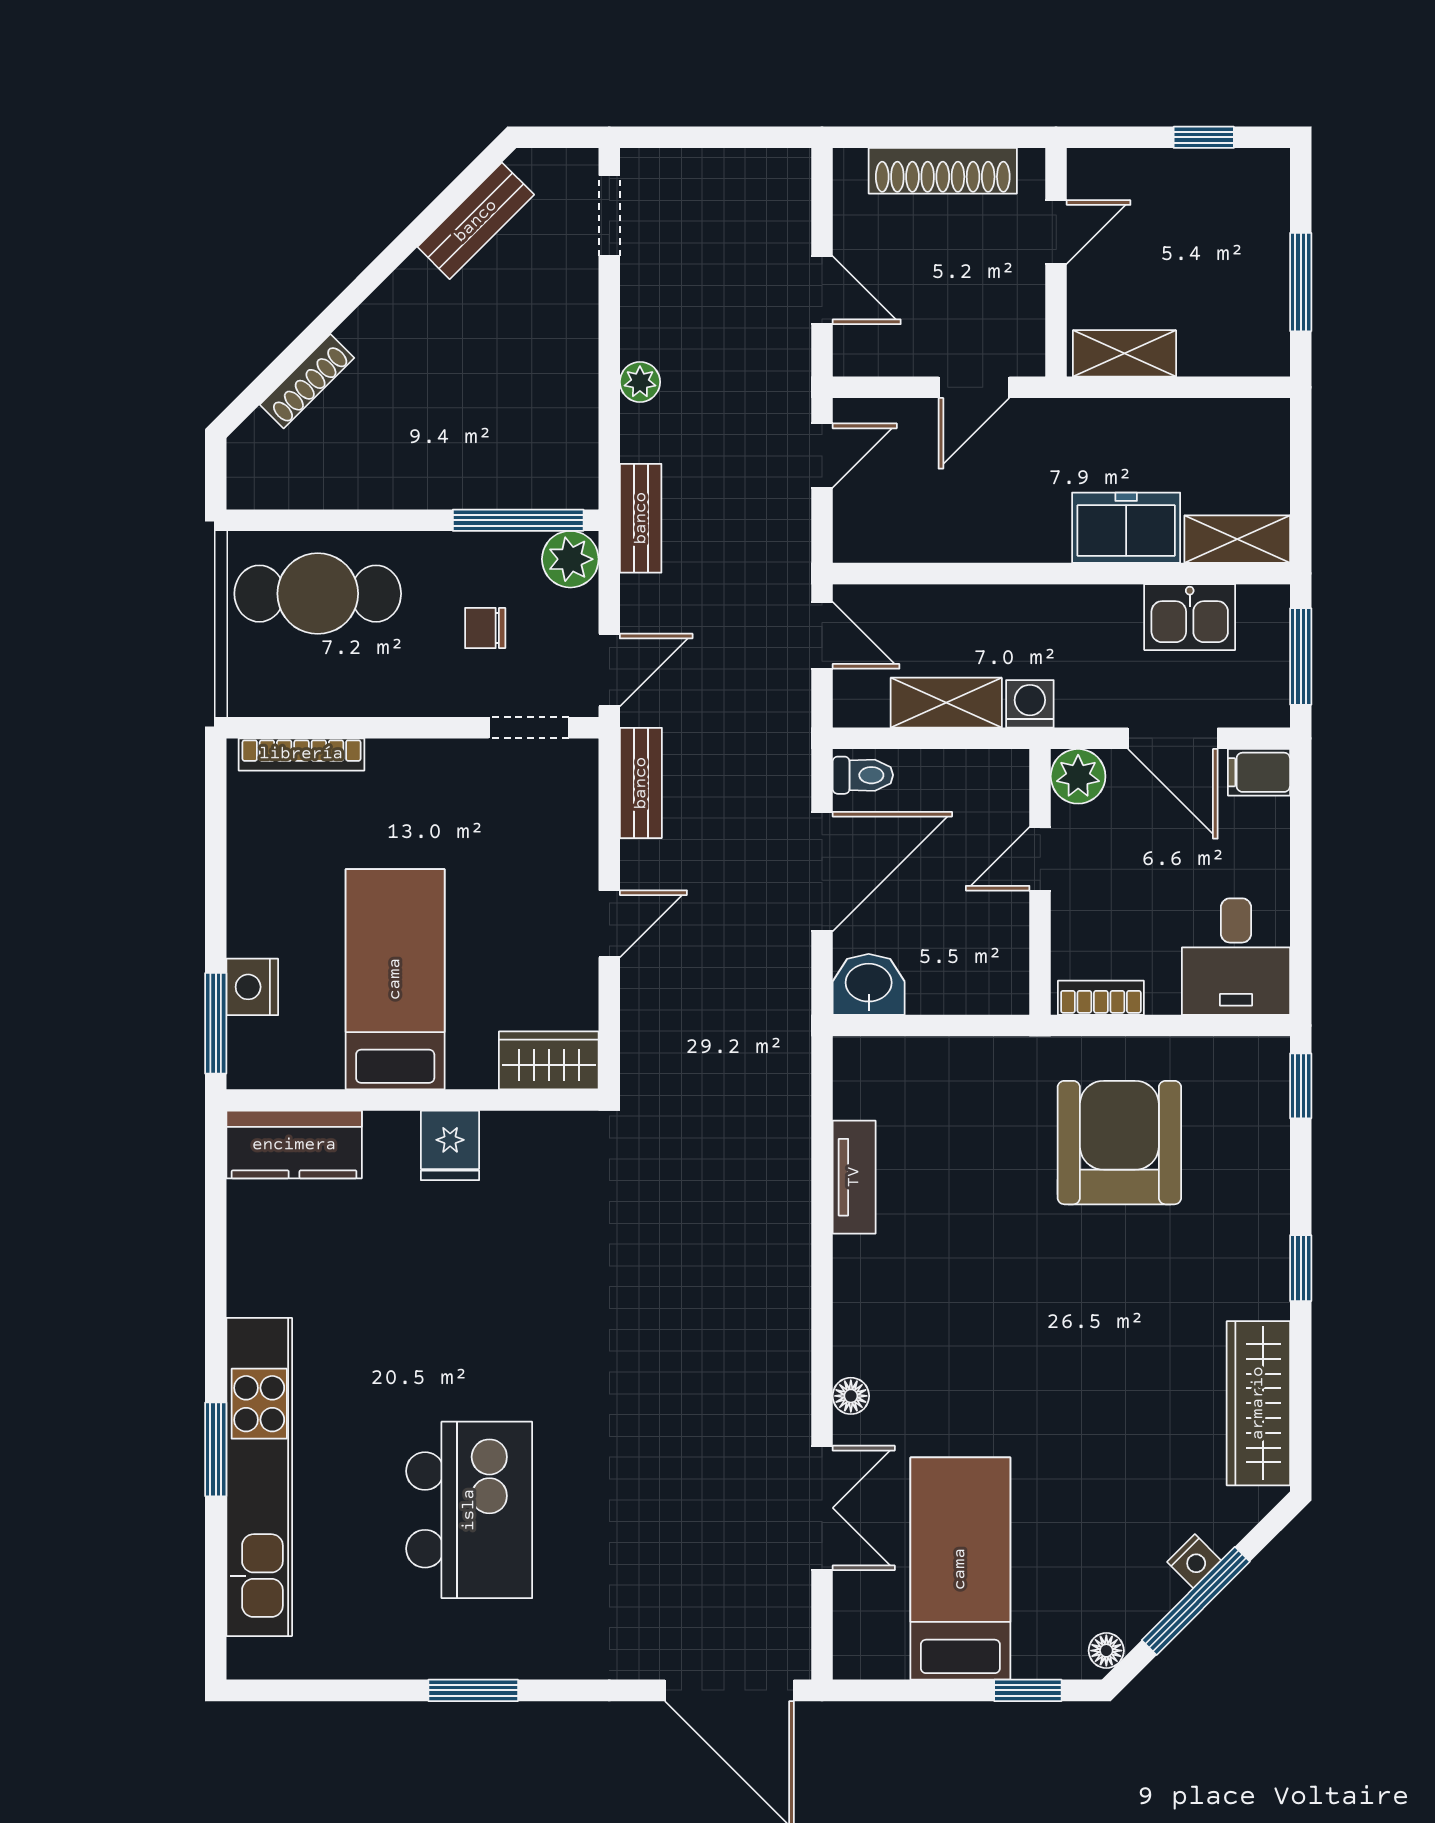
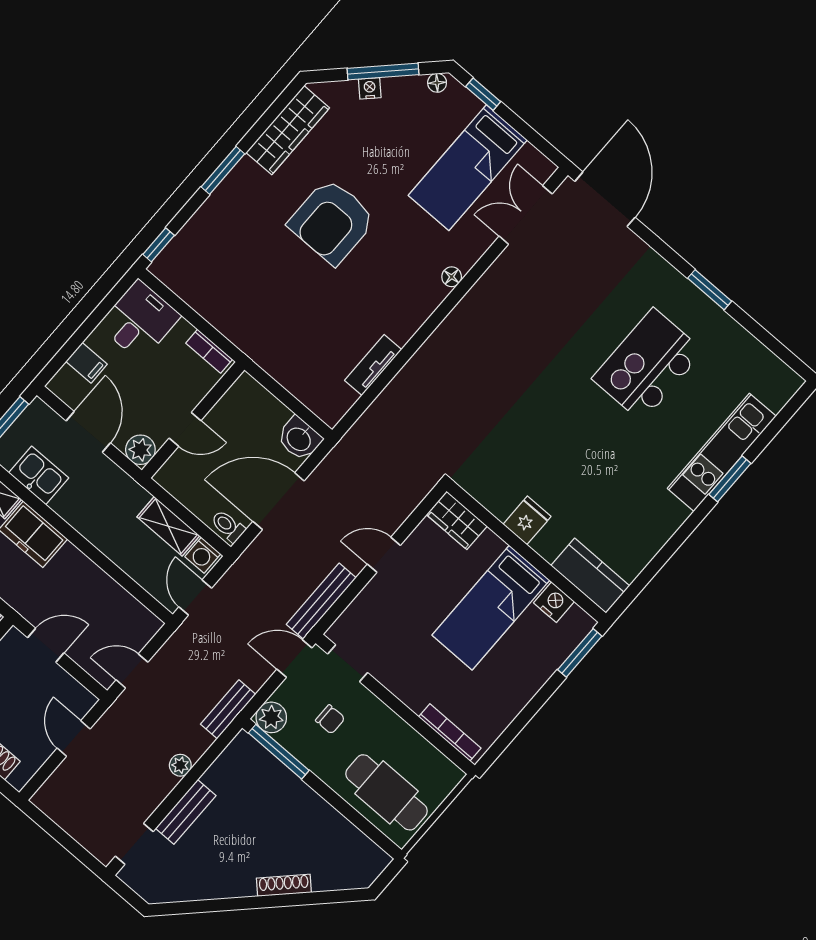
bench: (476, 221) -> (186, 812), moved, turned -45
shoe rack: (307, 381) -> (284, 885), moved
washing machine: (1030, 704) -> (203, 555), moved
filing cabinet: (1259, 772) -> (87, 363), moved
bench: (641, 783) -> (321, 601), width x1.36
nightstand: (252, 987) -> (554, 602), moved, turned -90
armchair: (1119, 1143) -> (332, 221), moved
window: (1301, 1268) -> (223, 170), width x1.50
kitchen unit: (259, 1477) -> (722, 452), width x0.73
double door: (822, 1508) -> (526, 215), moved

